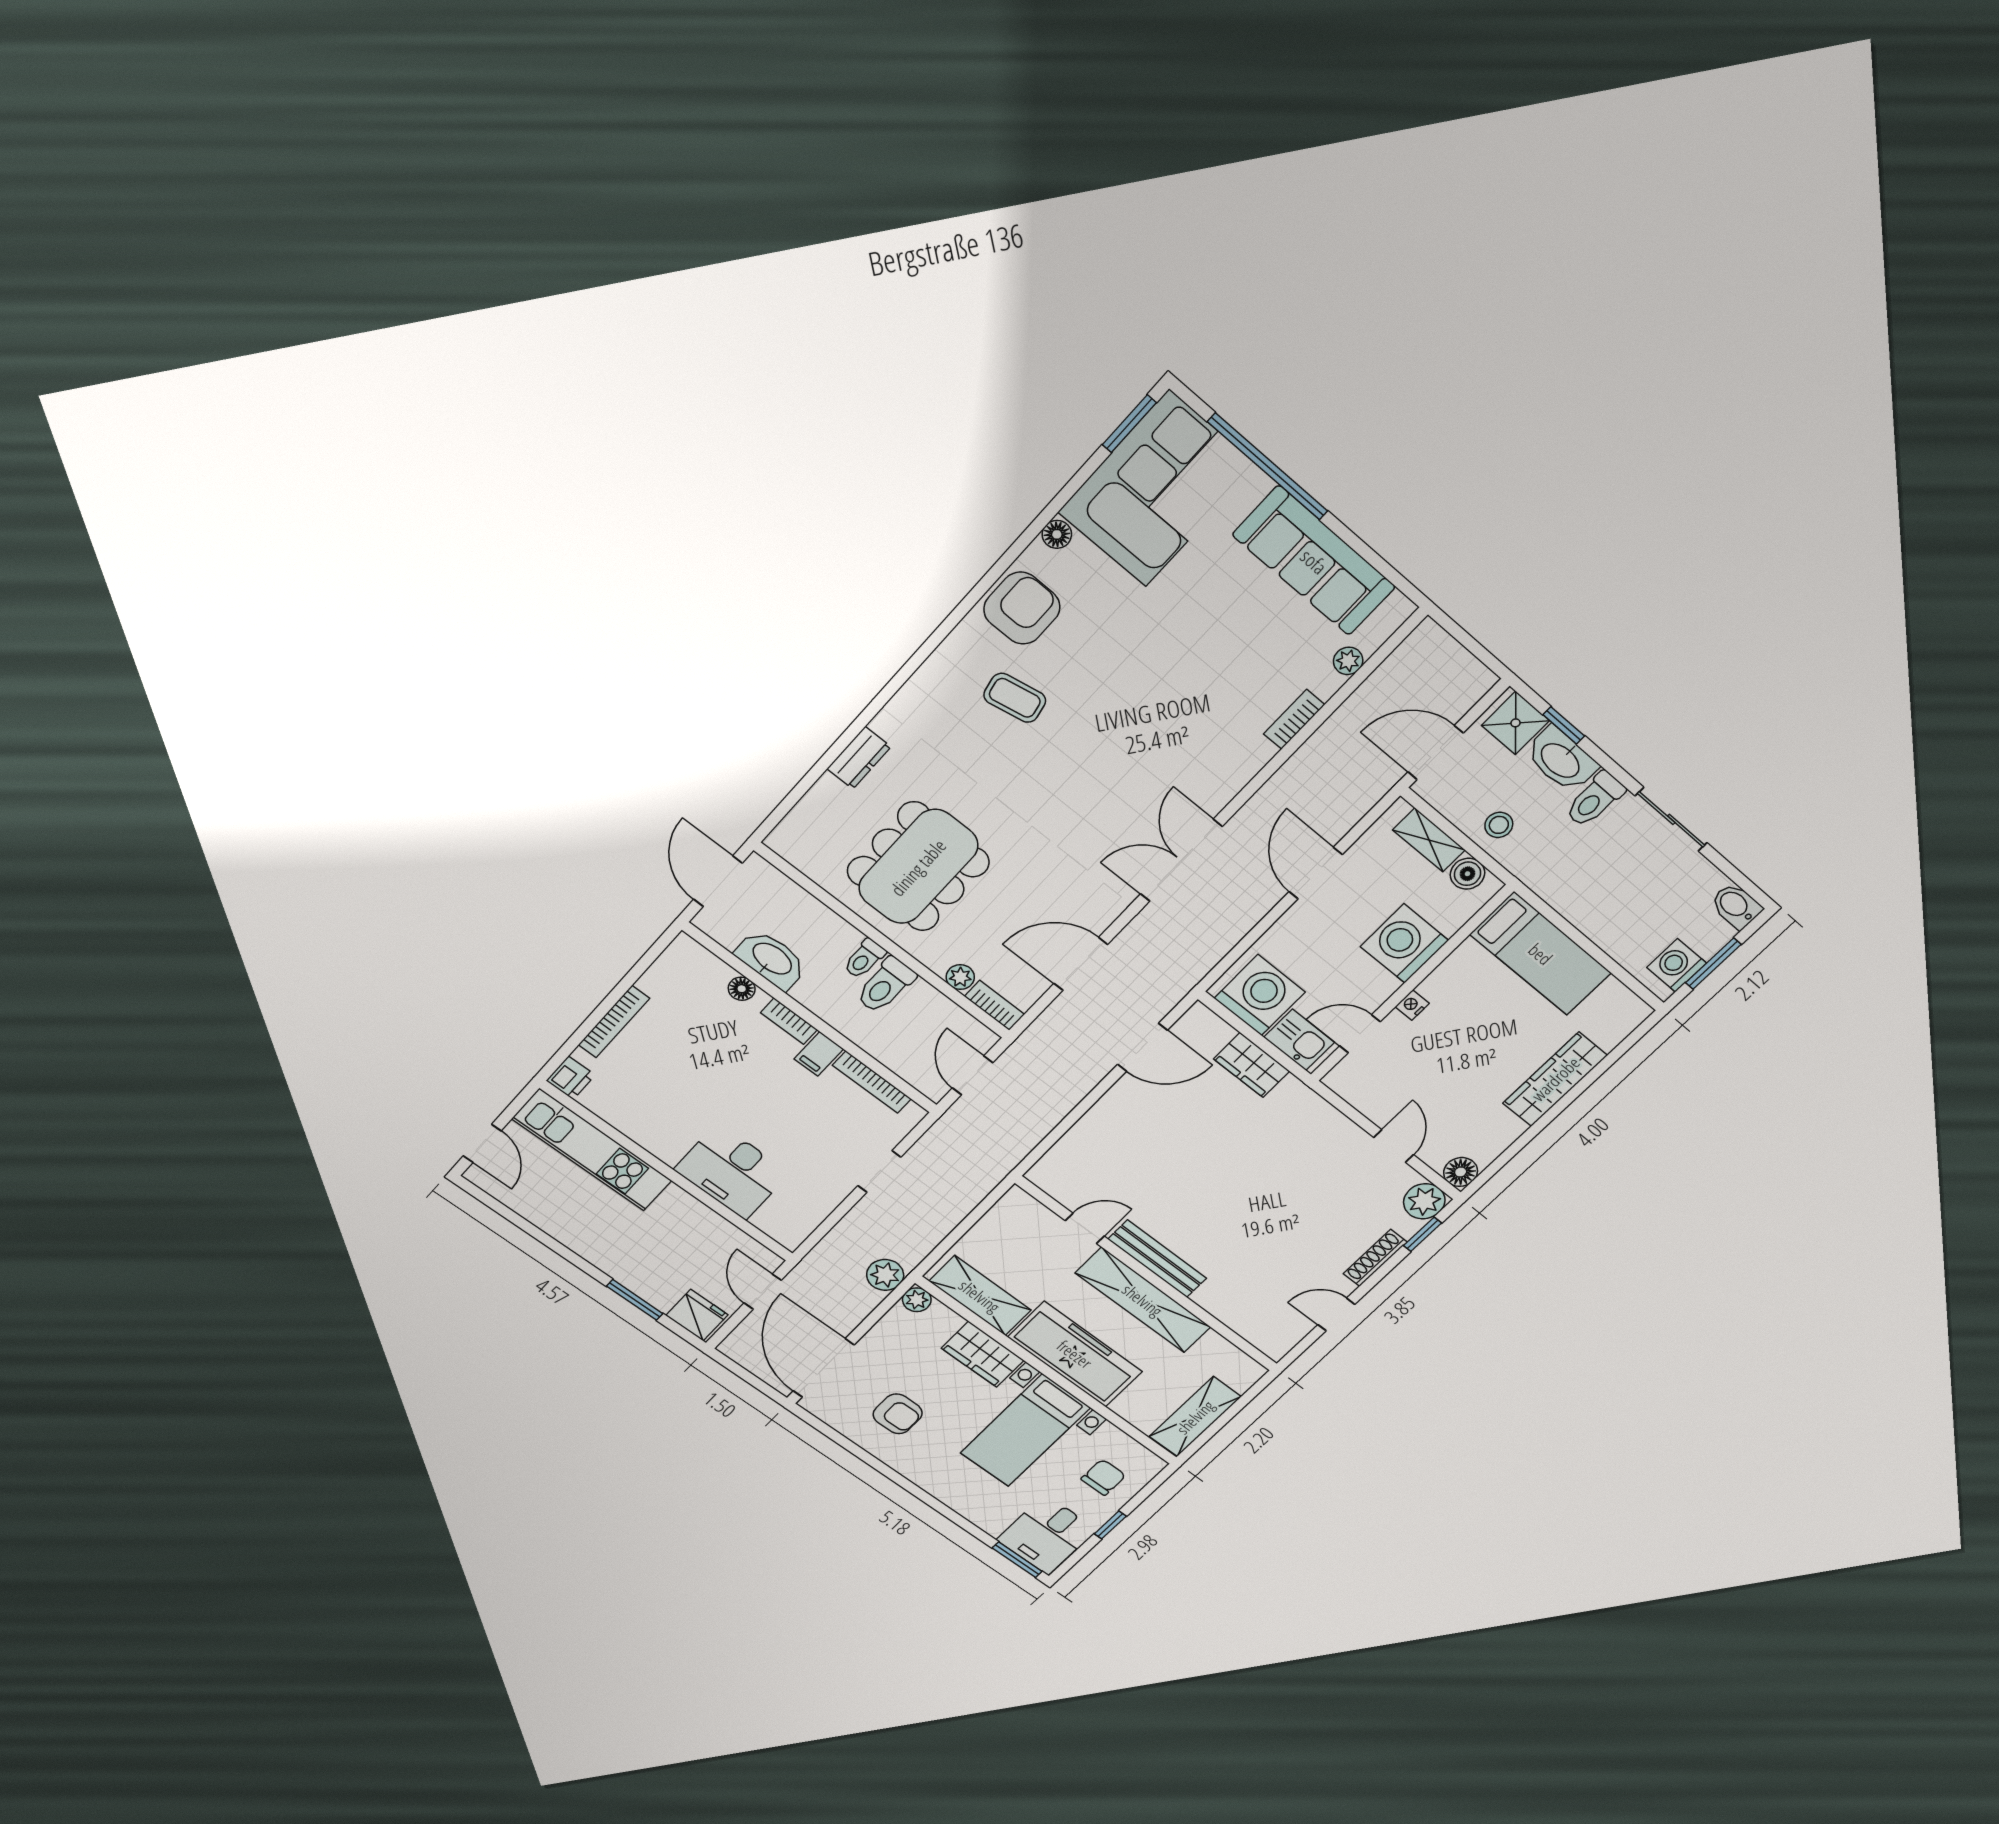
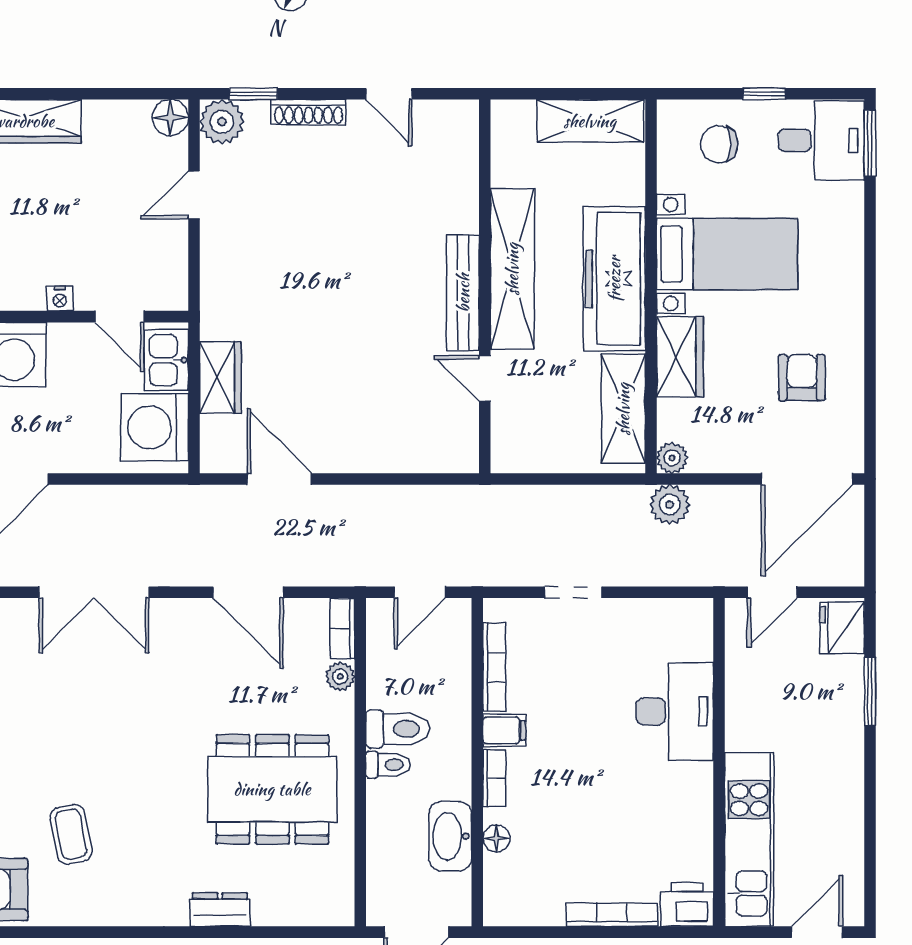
printer: (571, 1078) -> (687, 905), width x1.36, depth x1.24

